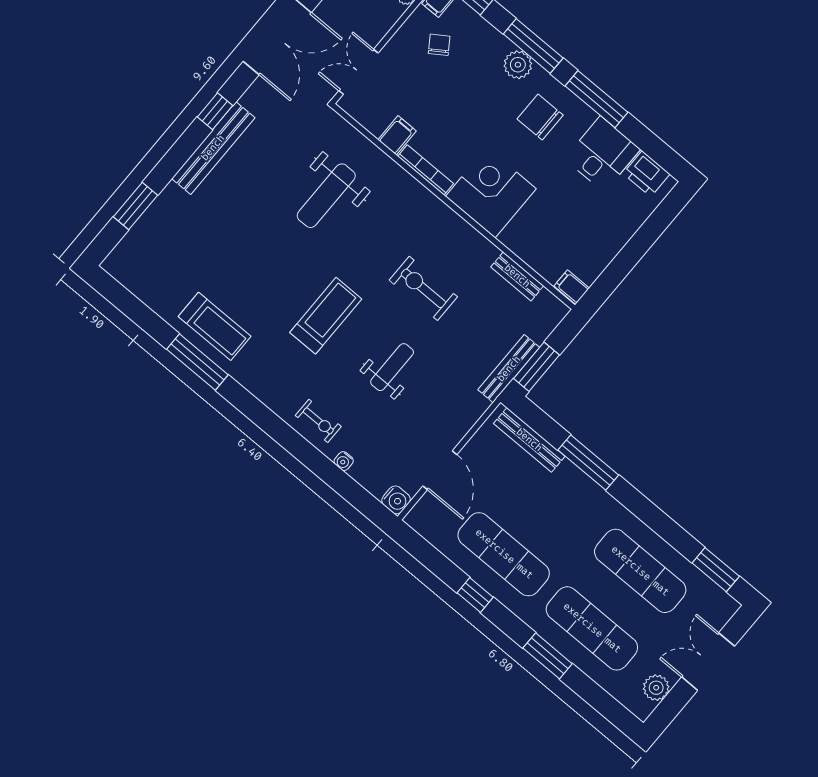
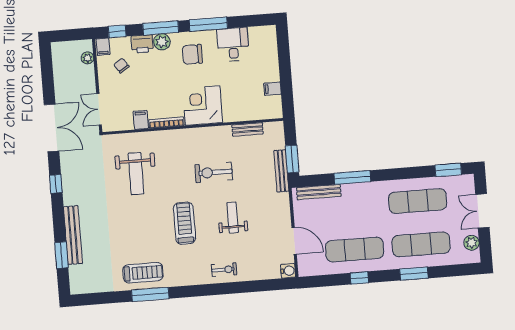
bench: (213, 148) -> (73, 235), moved
printer: (646, 174) -> (142, 44), moved
filing cabinet: (572, 287) -> (272, 89), moved
water cooler: (344, 461) -> (251, 276), removed

